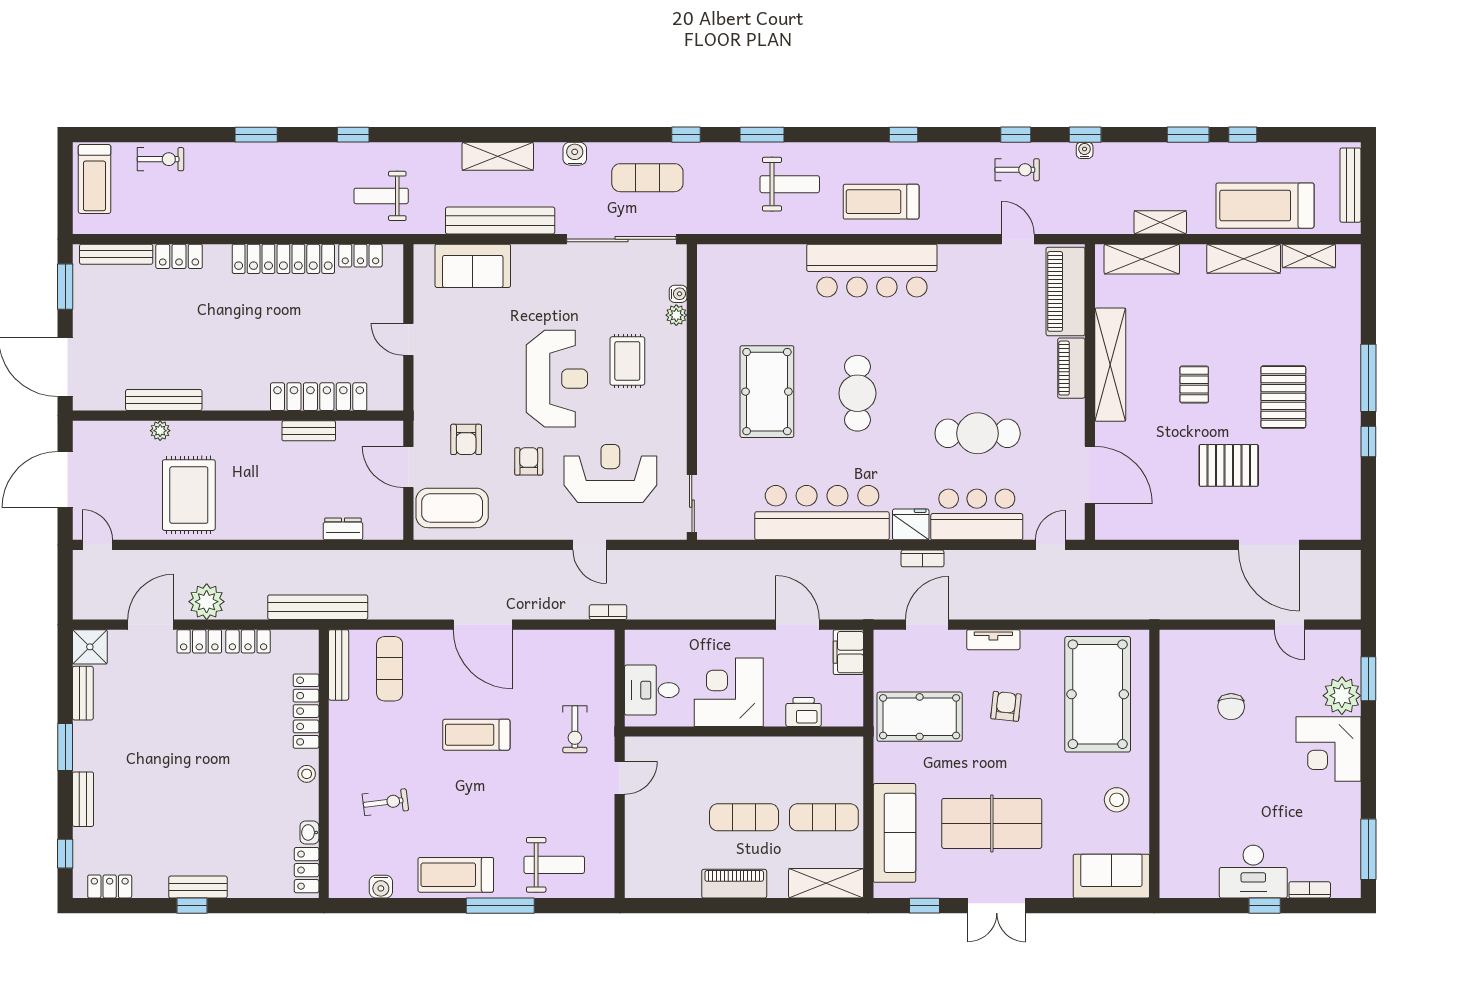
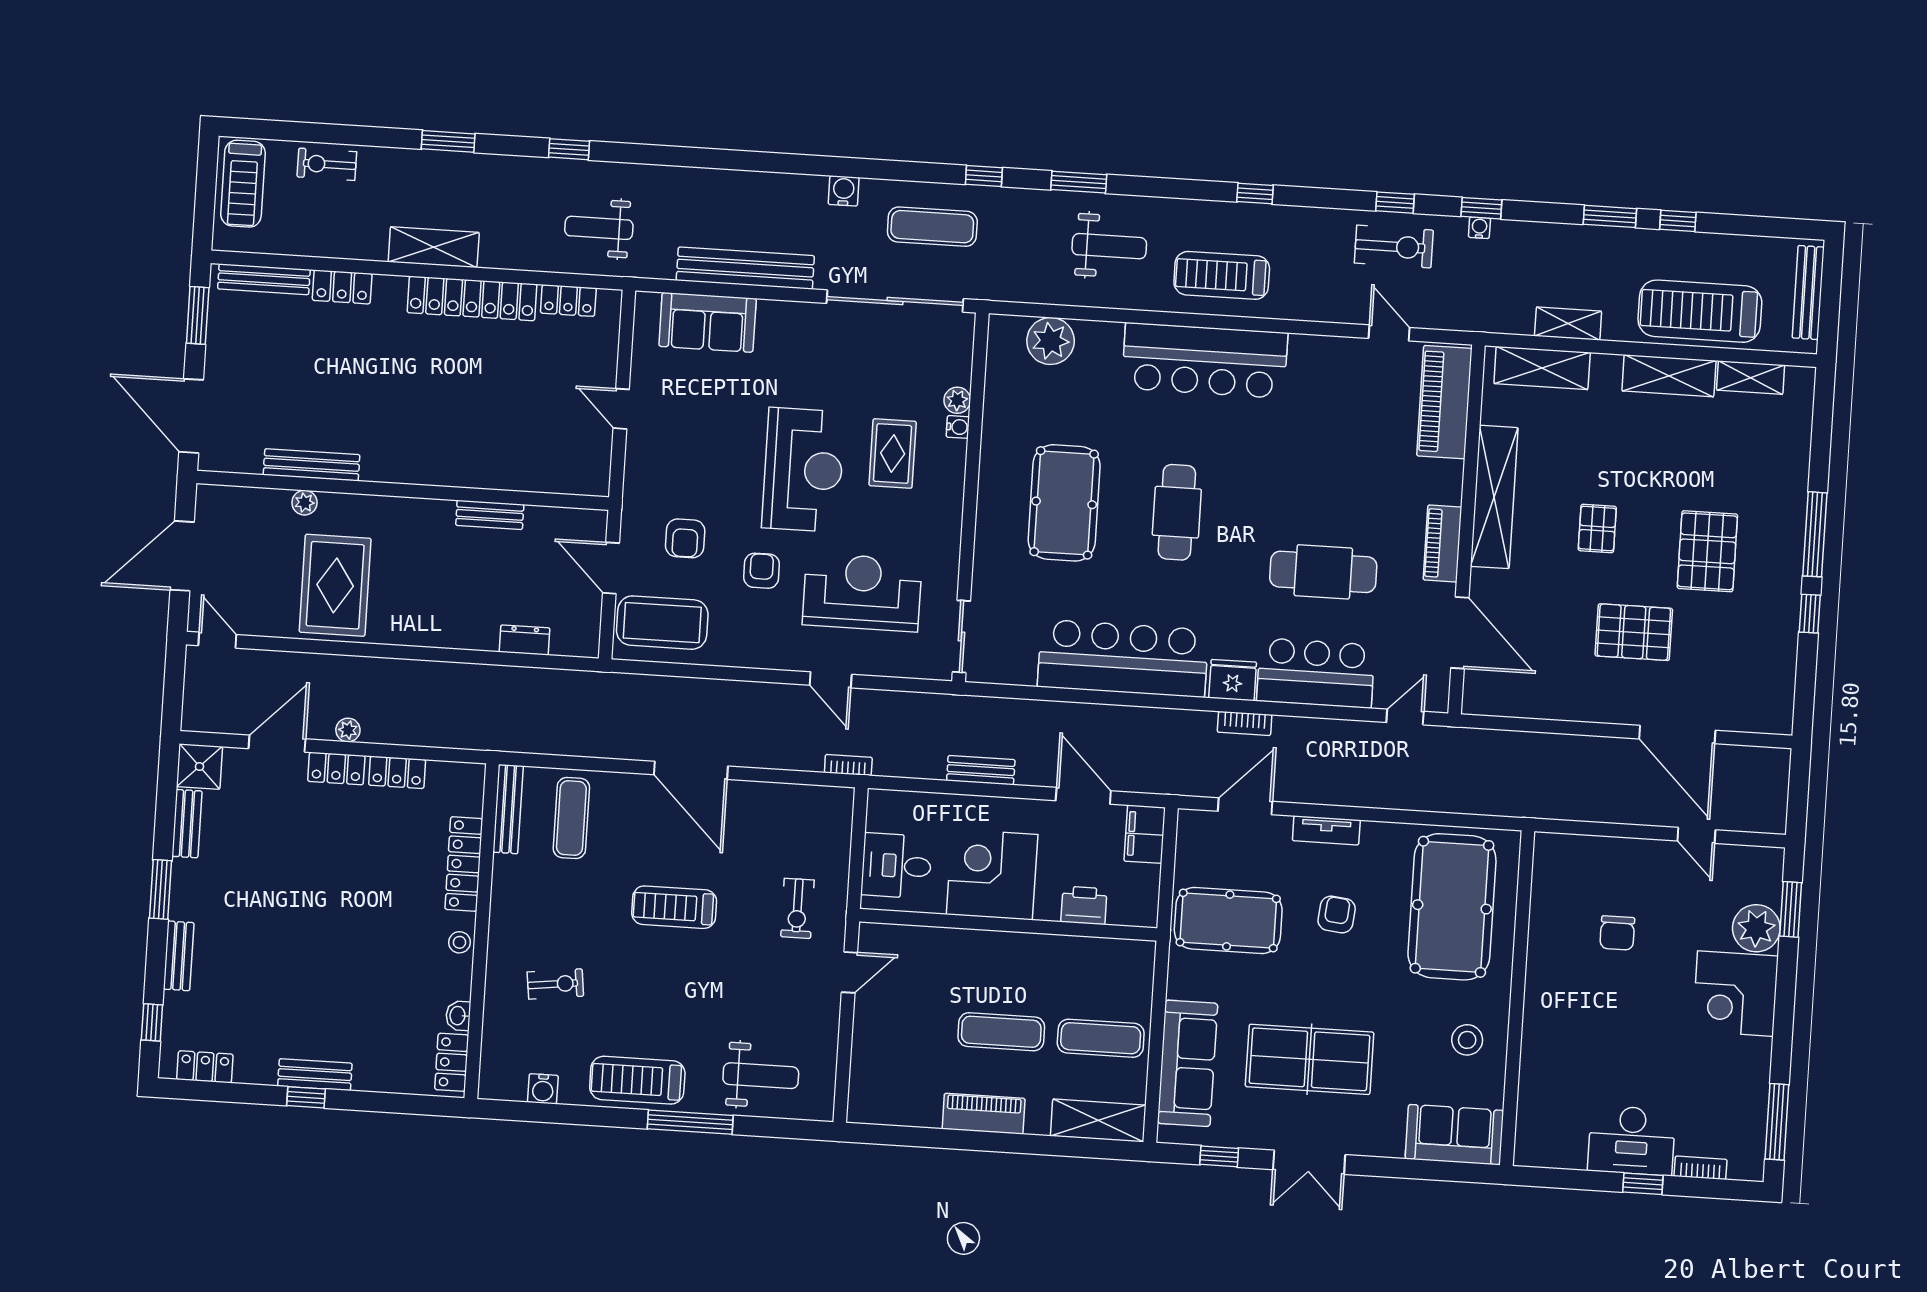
shelving: (498, 156) -> (434, 247), moved
exercise bike: (160, 159) -> (327, 164), turned 180
exercise bike: (1017, 170) -> (1394, 247), width x1.38, depth x1.39
plant: (748, 263) -> (1051, 341), added
water cooler: (678, 294) -> (958, 427), moved
piano: (1071, 368) -> (1442, 543), moved
locker: (319, 397) -> (505, 473), removed
plant: (207, 602) -> (348, 730), width x0.53, depth x0.53
bench: (318, 607) -> (981, 770), moved, width x0.54, depth x0.82

